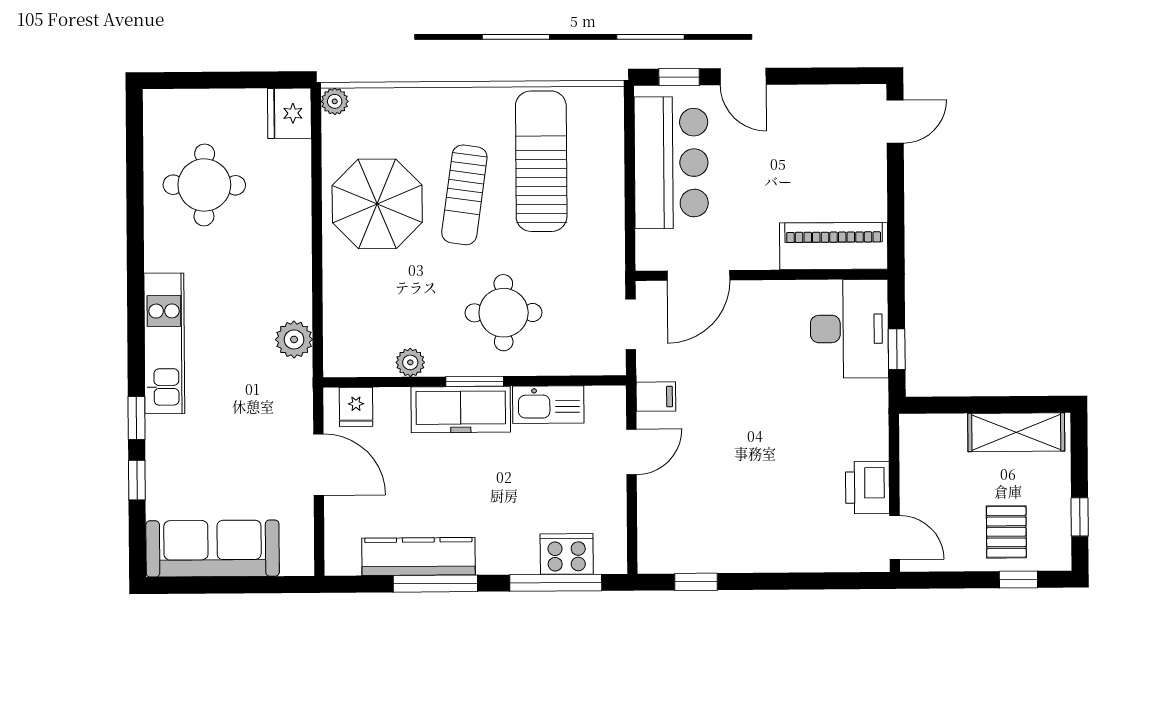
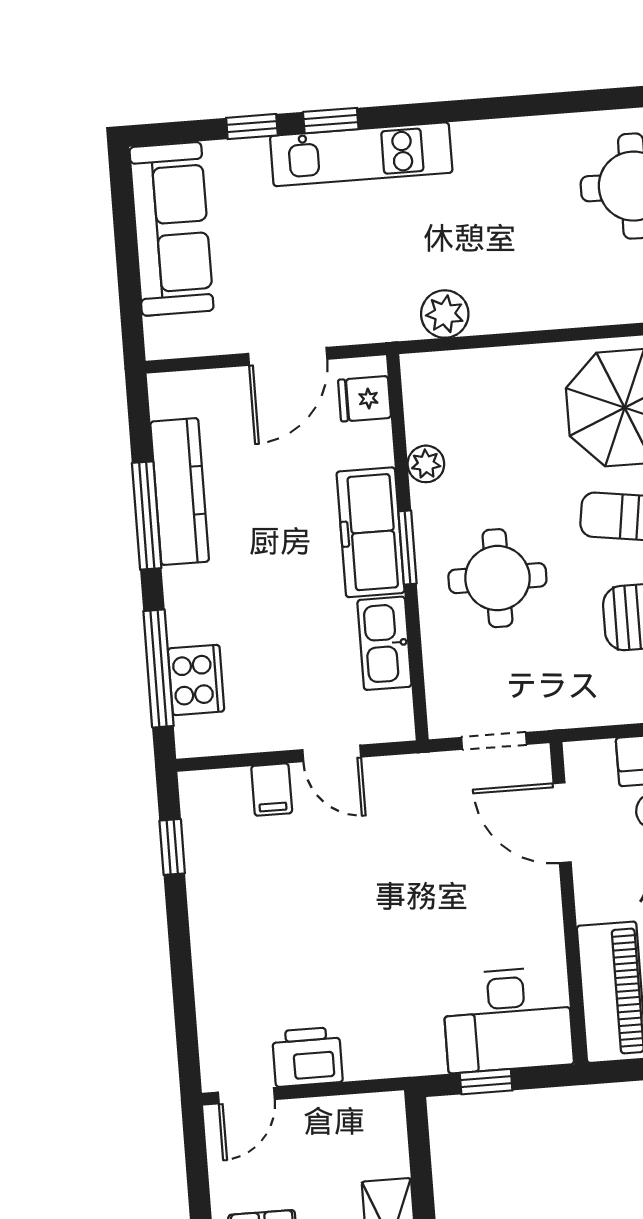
kitchen unit: (164, 343) -> (361, 154), moved
filing cabinet: (656, 397) -> (272, 790), moved

